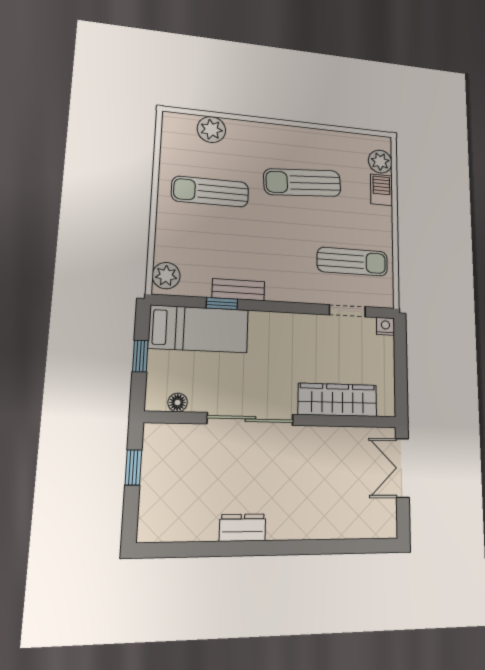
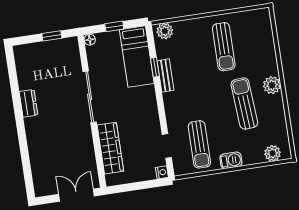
plant: (211, 130) -> (272, 85), moved
barbecue: (381, 190) -> (231, 160), moved
sun lounger: (210, 192) -> (224, 47), turned 180
floor lamp: (178, 403) -> (90, 40), moved

